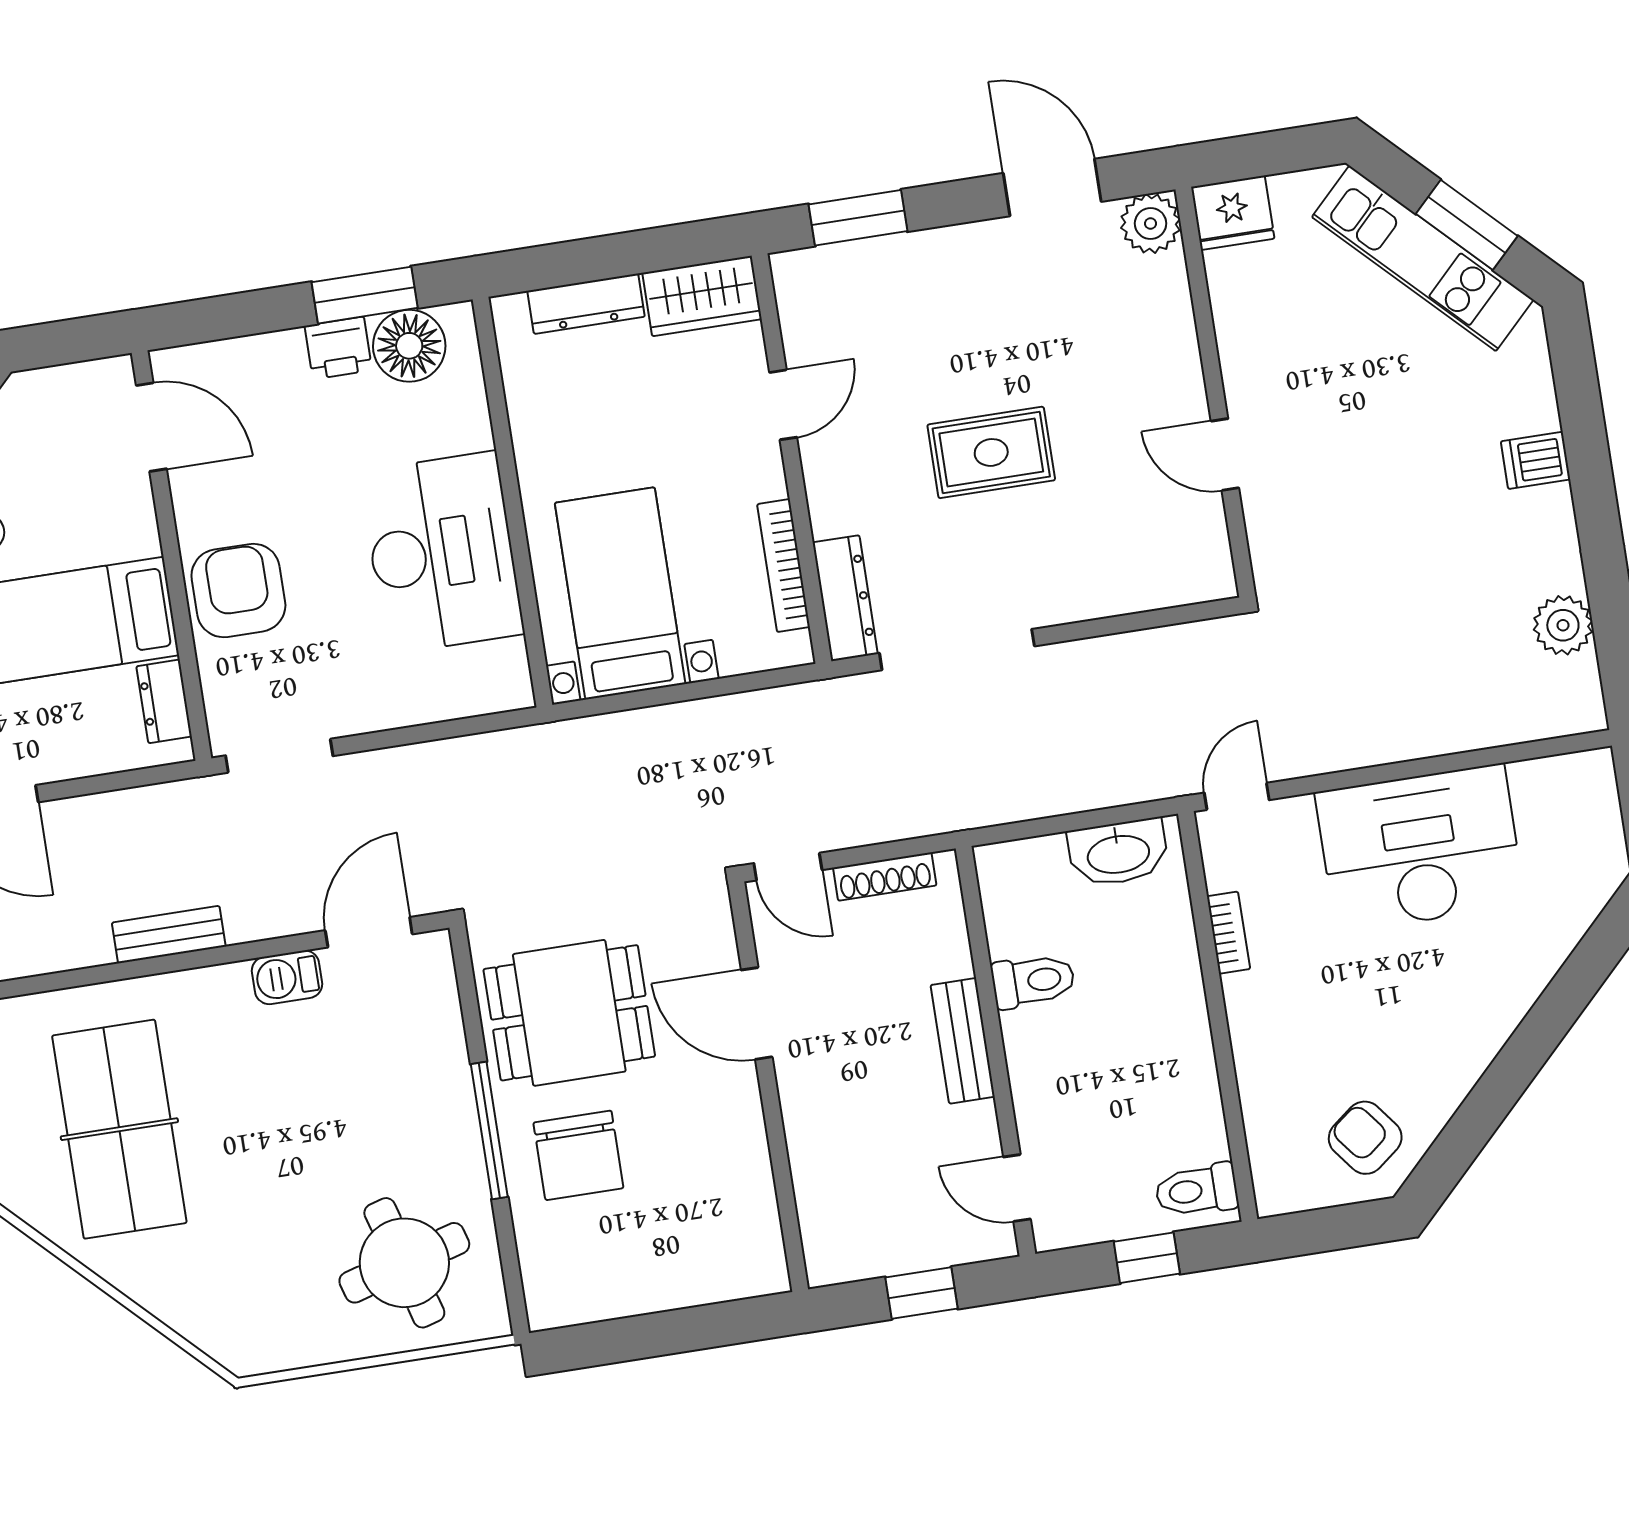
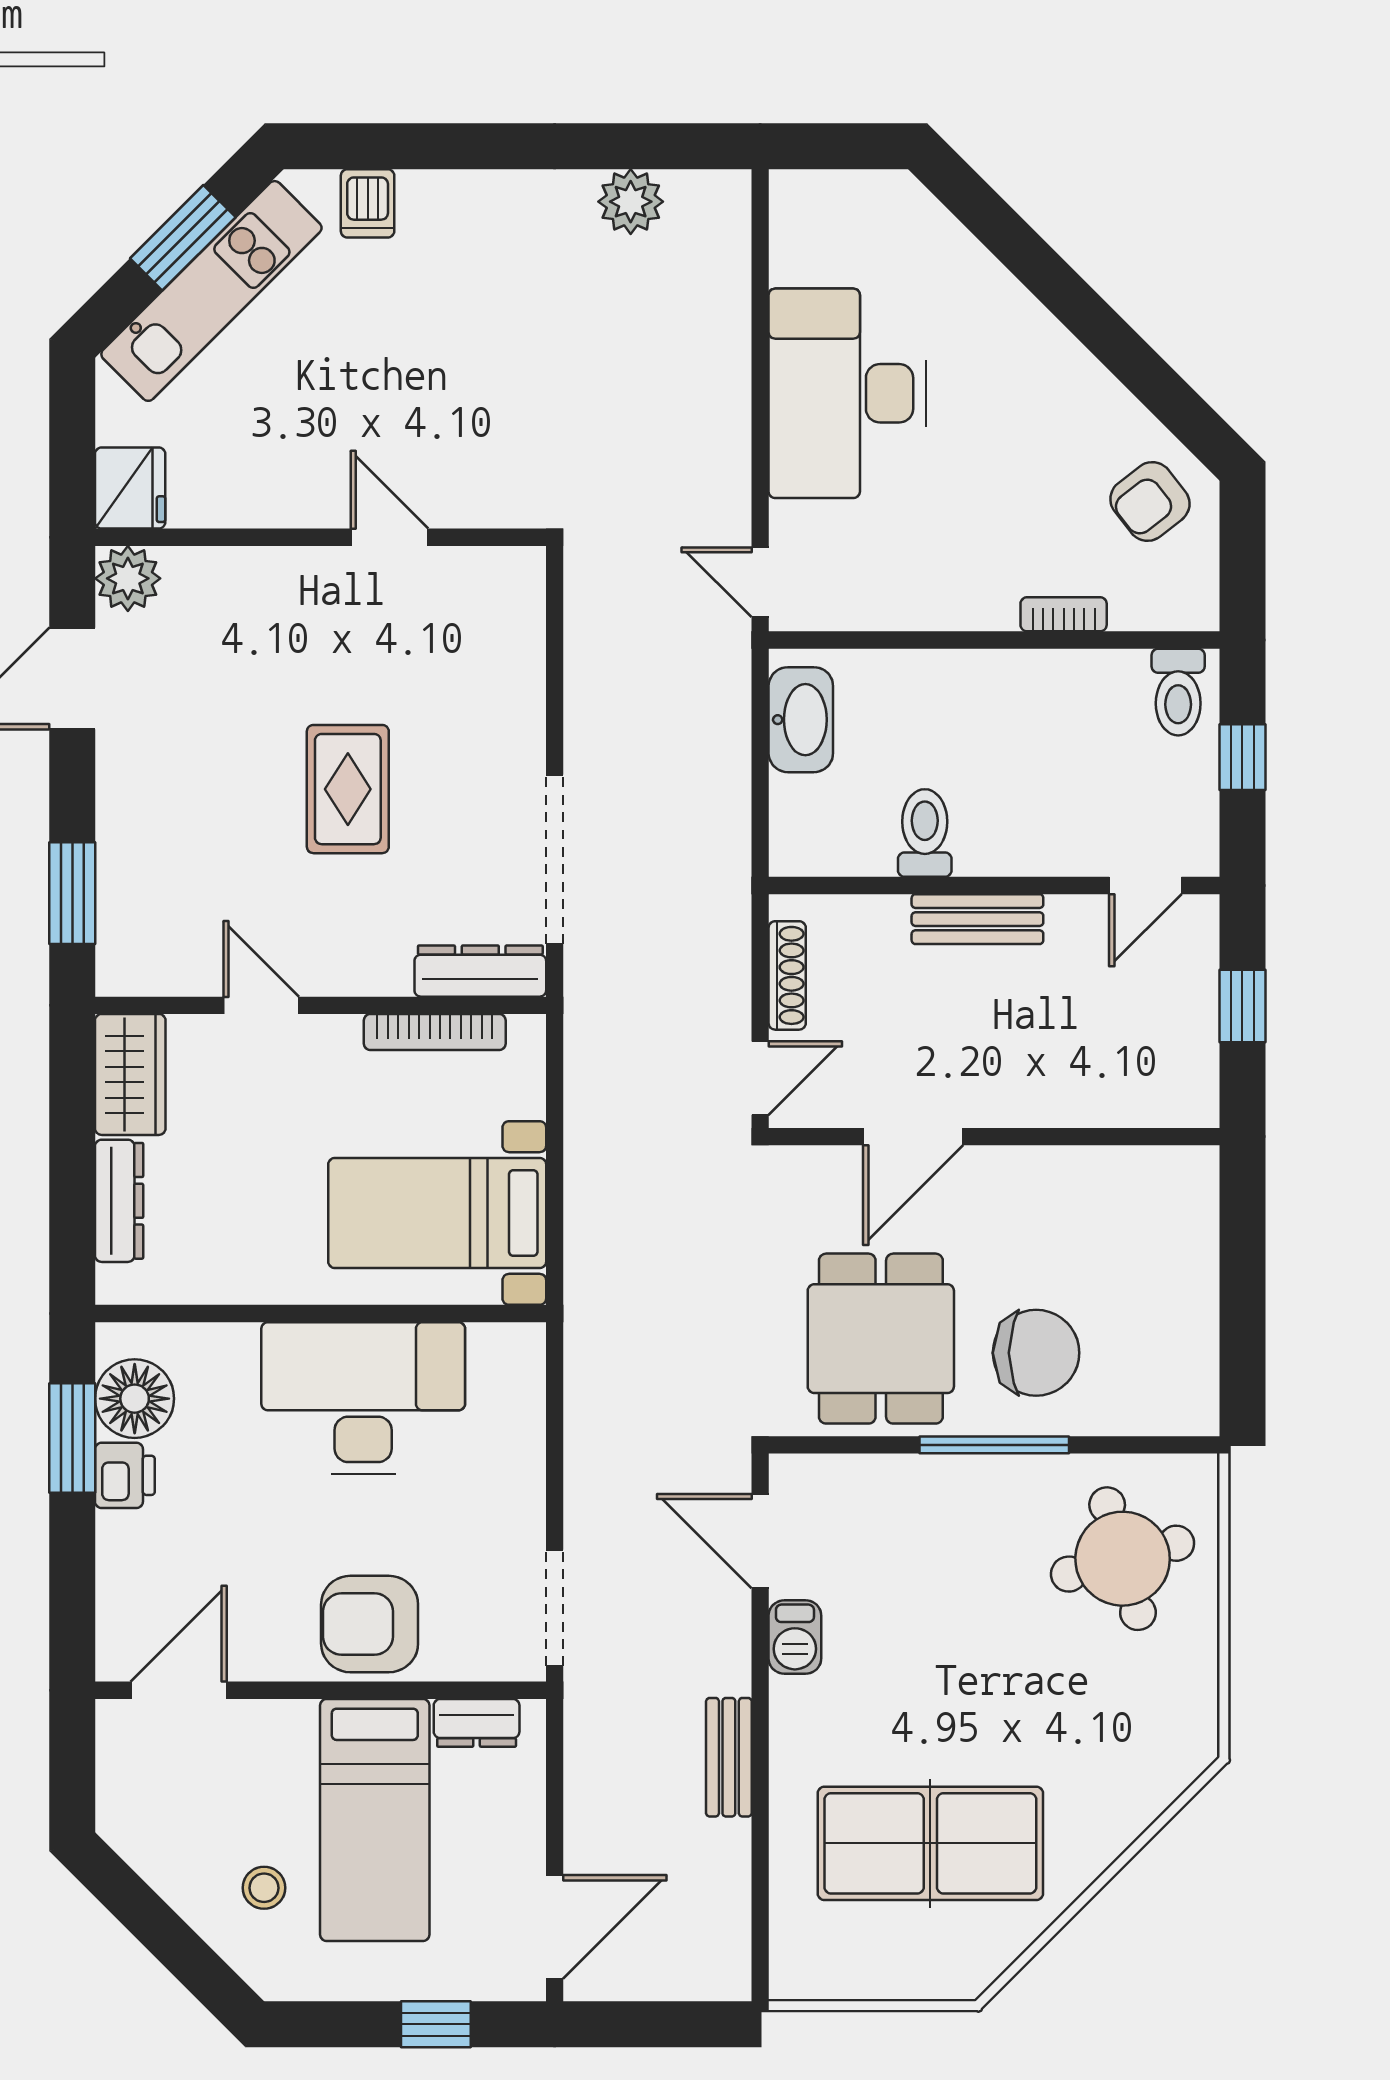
door: (1225, 455) -> (390, 537), swing flipped
dishwasher: (1536, 460) -> (368, 203), moved
bookcase: (1228, 933) -> (1064, 614), moved

